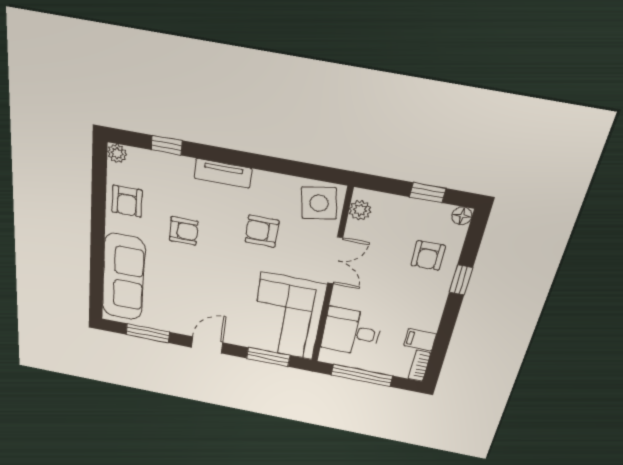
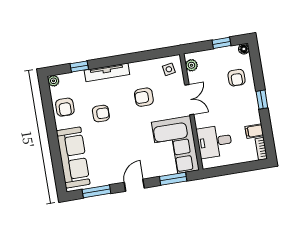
tv unit: (223, 173) -> (107, 72), width x1.41
side table: (319, 203) -> (169, 69), width x0.54, depth x0.54
window: (461, 280) -> (262, 100), moved
window: (362, 375) -> (232, 169), removed

